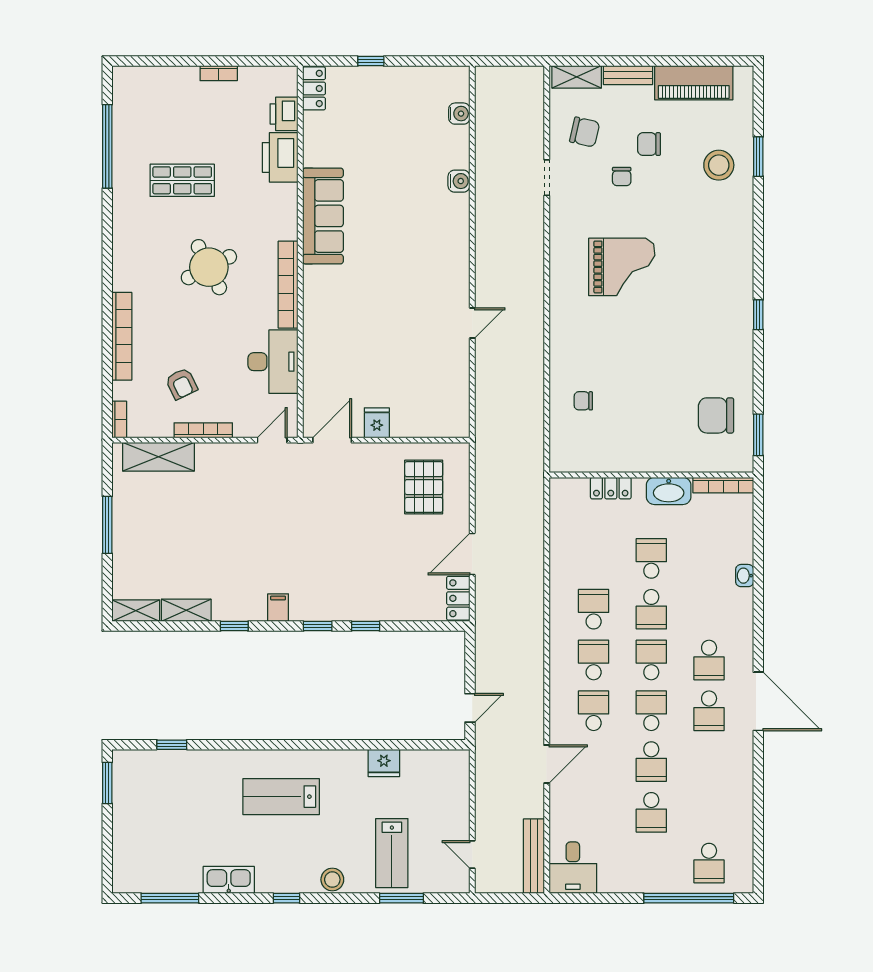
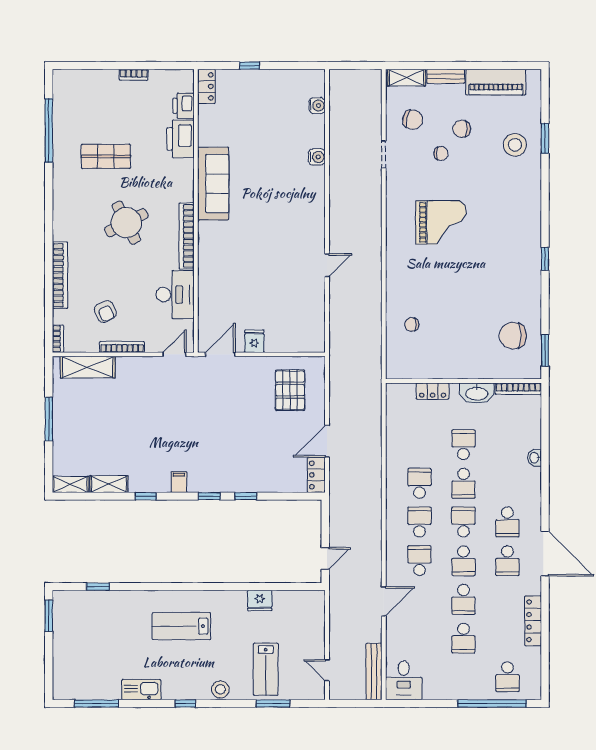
chair: (622, 176) -> (441, 153), turned -90
school desk: (651, 711) -> (463, 561), turned 180
locker: (743, 790) -> (533, 621), added

